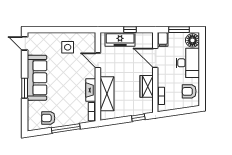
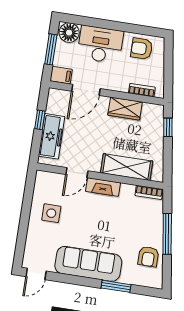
window: (25, 88) -> (116, 286), moved
fireplace: (91, 90) -> (103, 187), moved
armchair: (189, 91) -> (142, 49), turned 90

